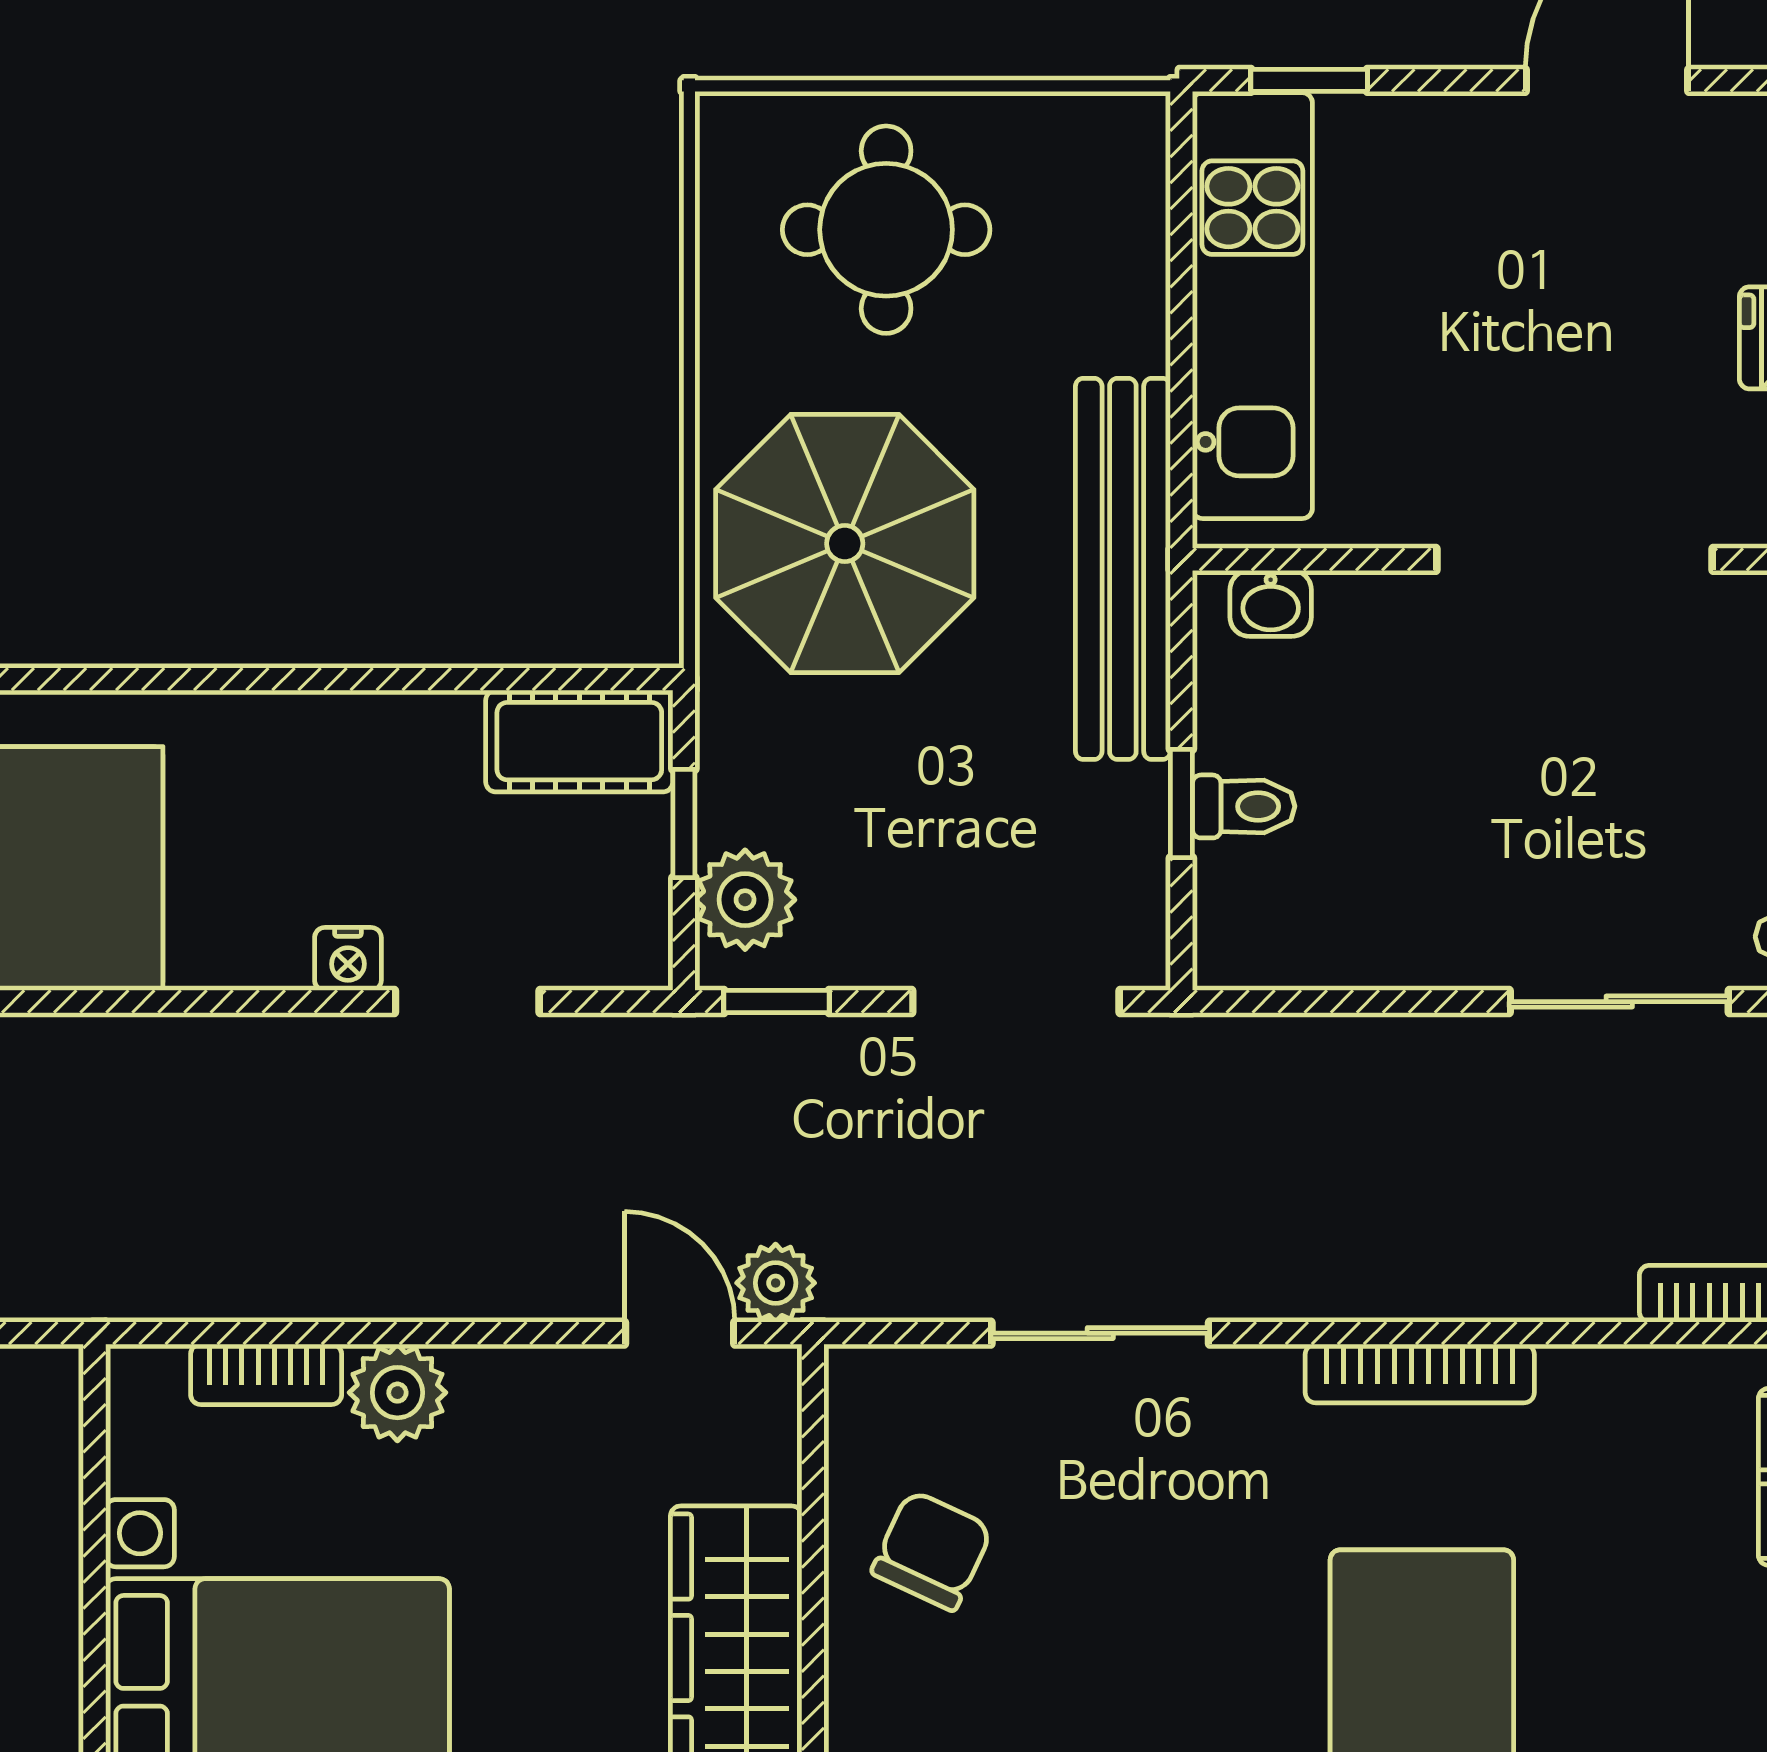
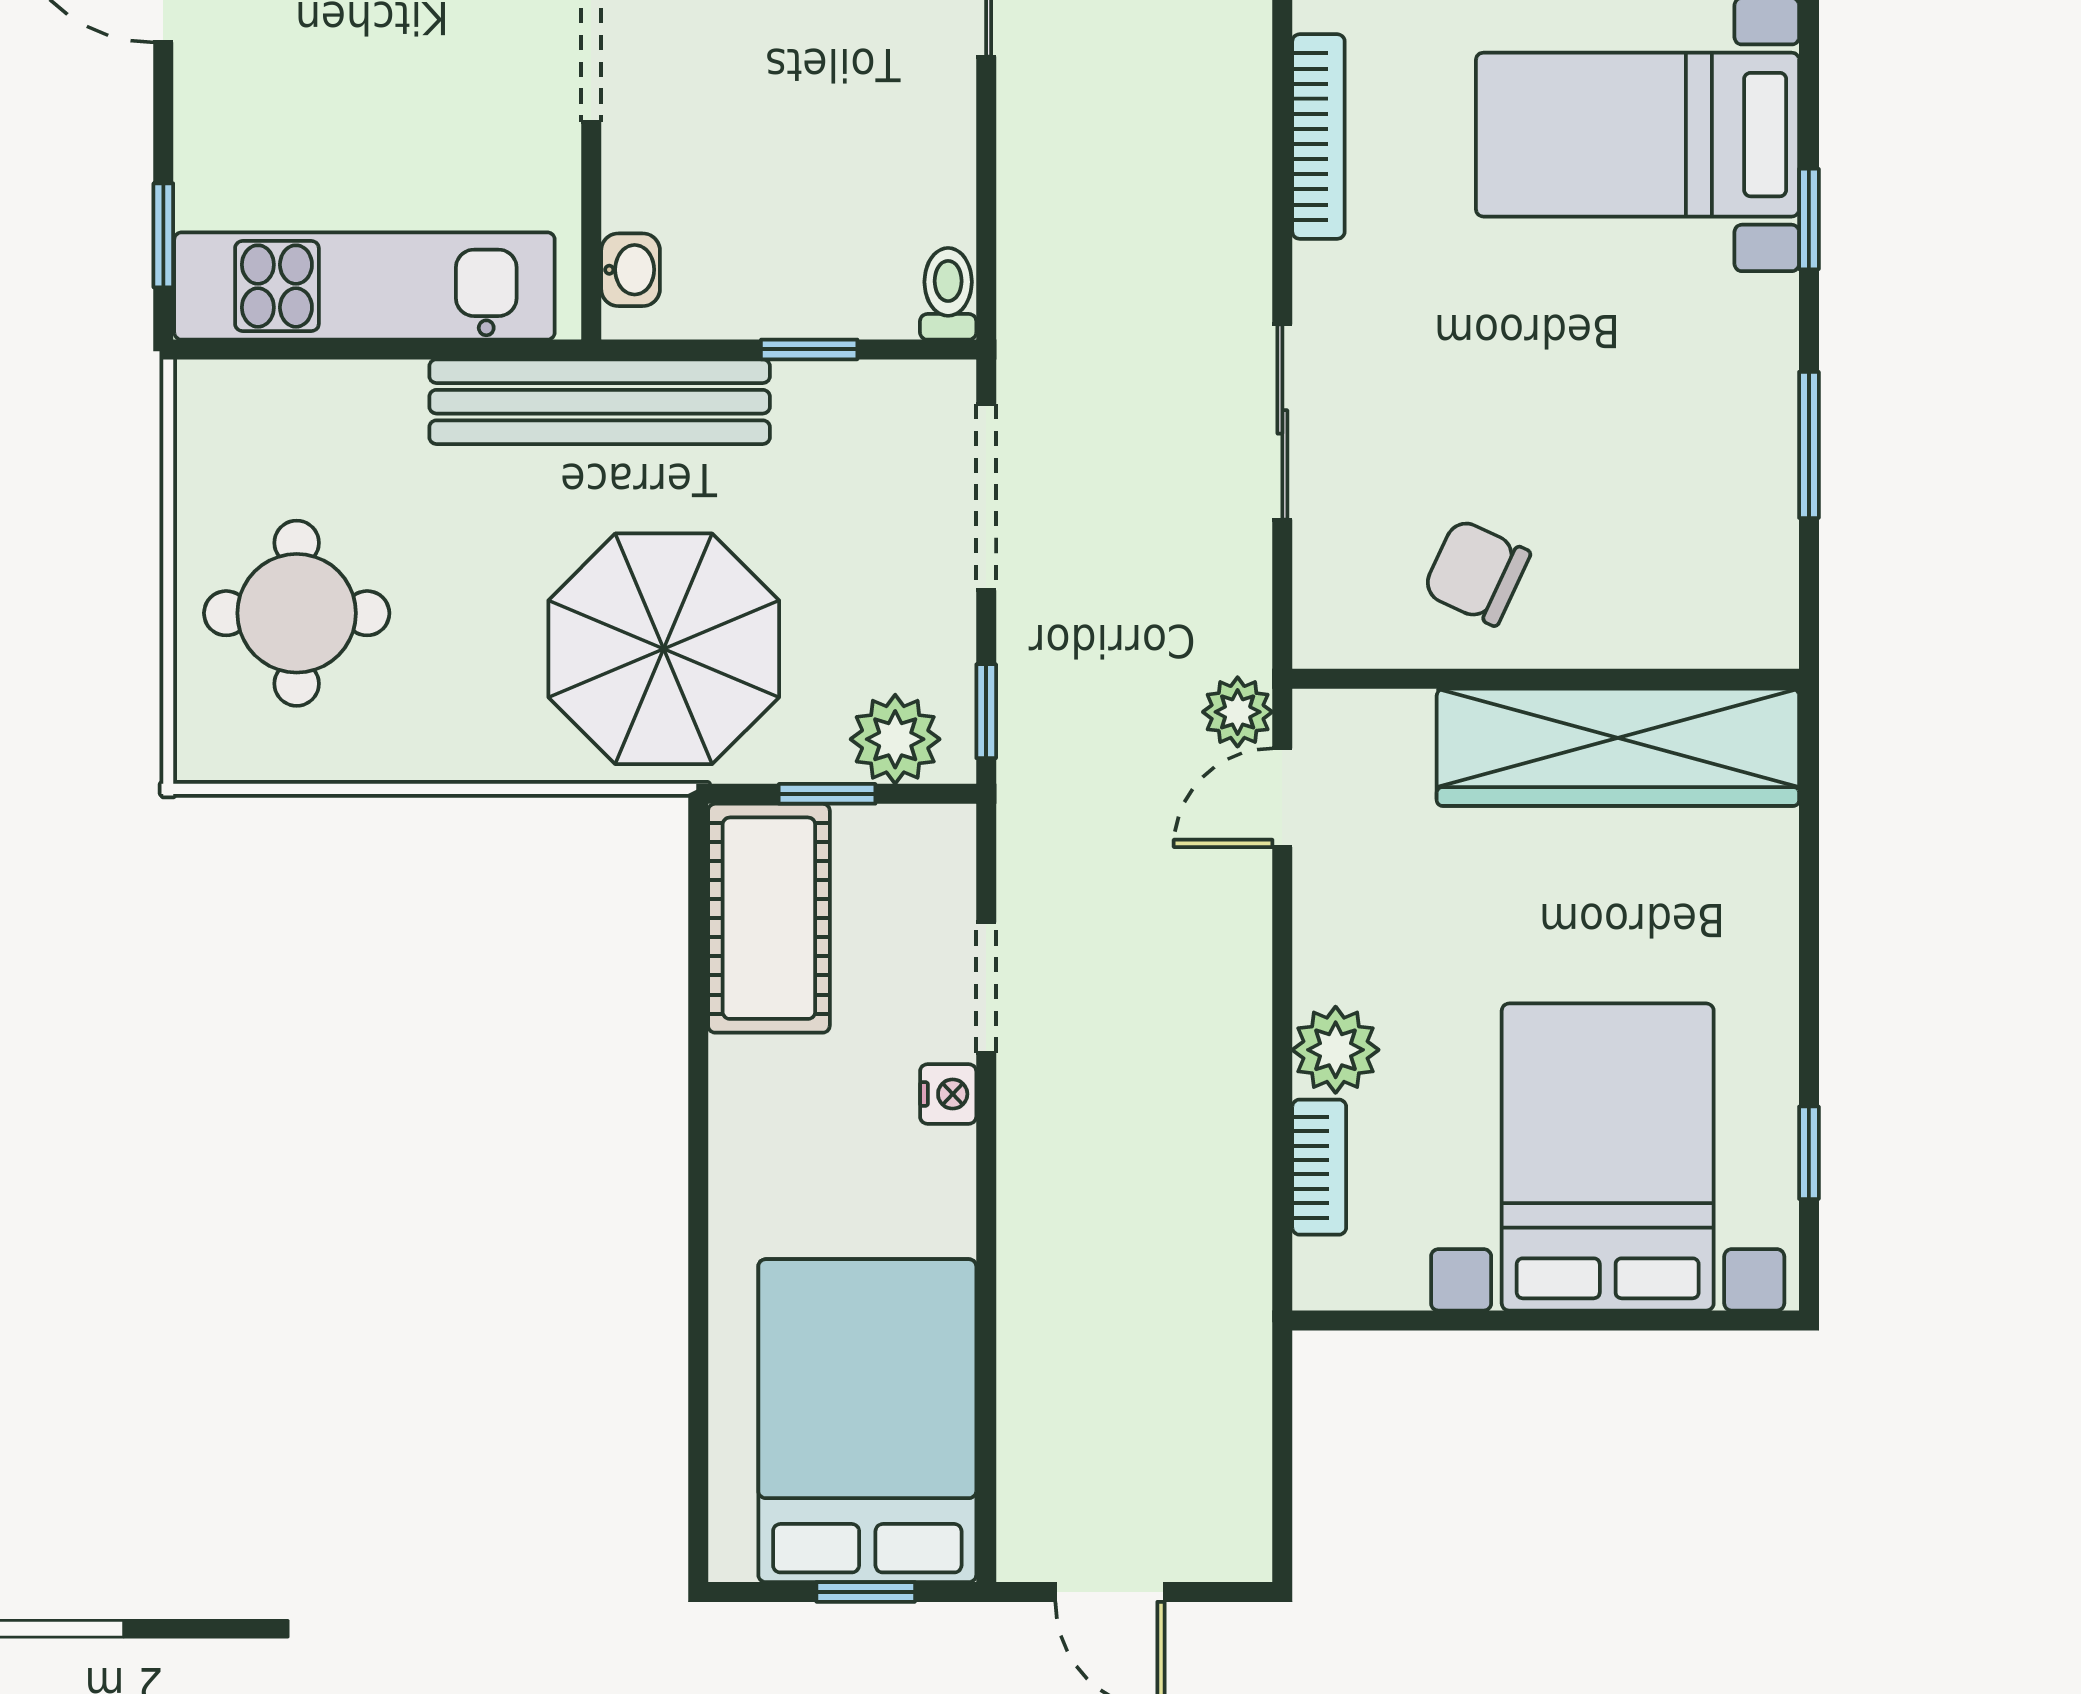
parasol: (845, 544) -> (664, 649), moved
cot: (579, 741) -> (769, 918), width x1.37, depth x1.34
toilet: (1244, 806) -> (948, 294), moved

